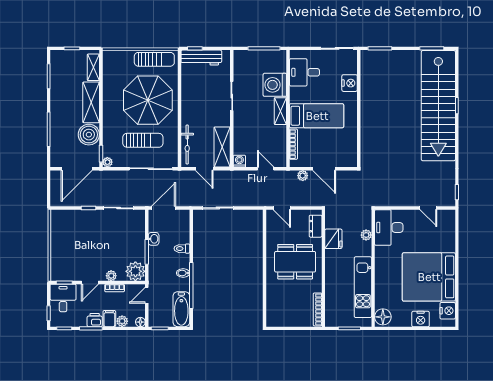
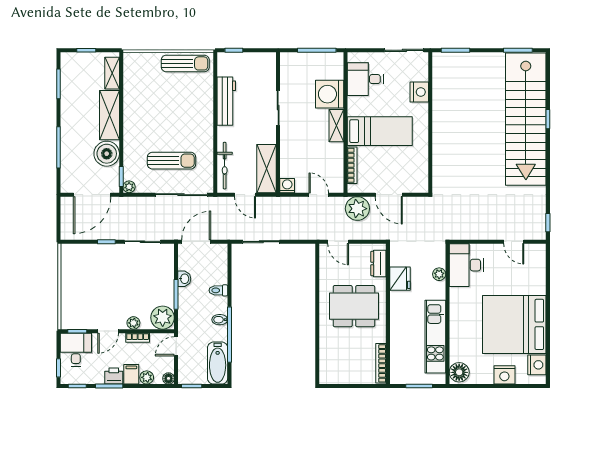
workbench: (201, 58) -> (226, 101), moved, turned -90
parasol: (148, 100) -> (177, 112), removed
plant: (303, 176) -> (357, 209), width x1.88, depth x1.88

